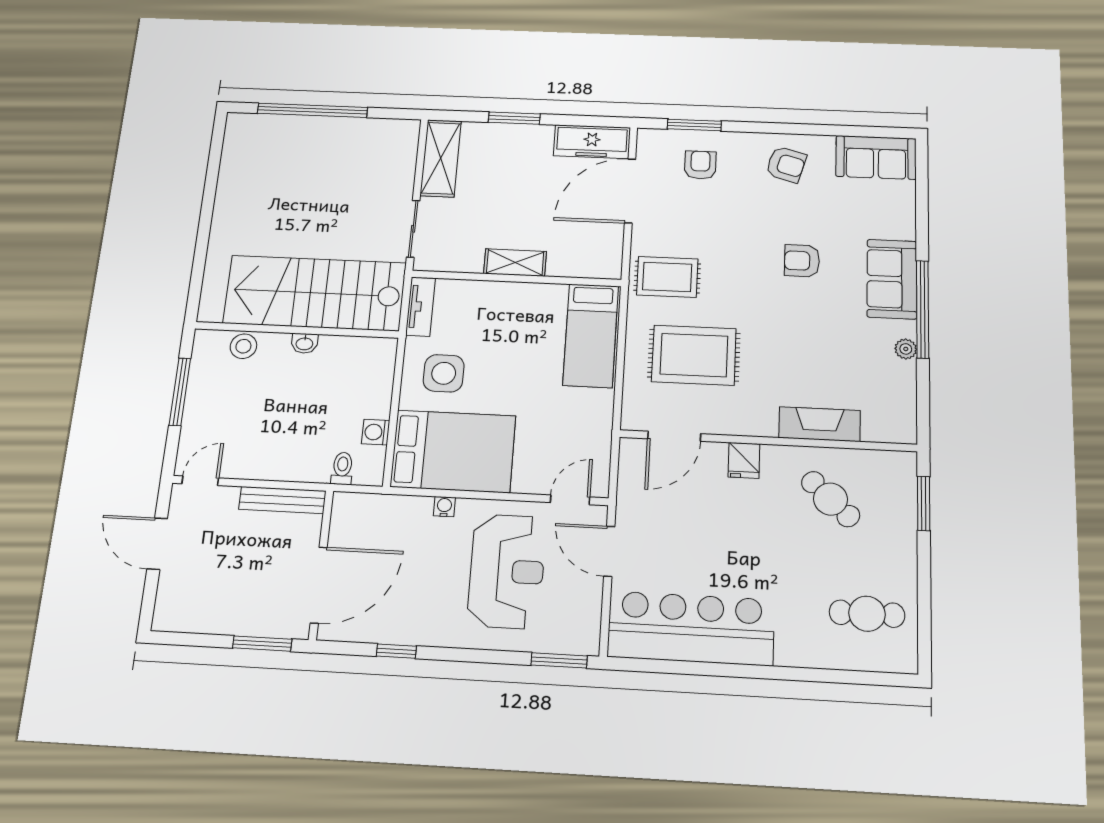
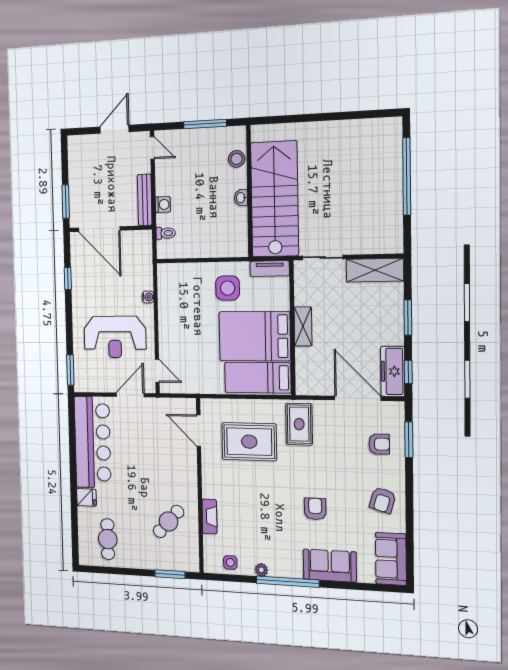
window: (594, 121) -> (408, 372), added
sofa: (892, 279) -> (330, 566), moved
rug: (694, 355) -> (249, 442), turned 90
side table: (896, 399) -> (230, 562), added
fireplace: (820, 424) -> (209, 516), width x0.73, depth x0.76
washing machine: (376, 432) -> (163, 204), moved, turned 90
bed: (453, 451) -> (255, 336), moved, turned 90
fridge: (744, 460) -> (86, 497), moved, turned 180

